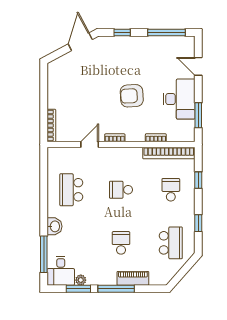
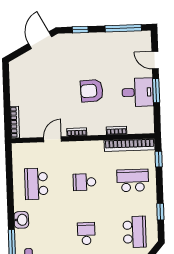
desk: (179, 99) -> (138, 92), width x0.73
window: (198, 115) -> (156, 91), moved
window: (198, 180) -> (159, 159), moved
school desk: (171, 190) -> (133, 180), width x1.85

